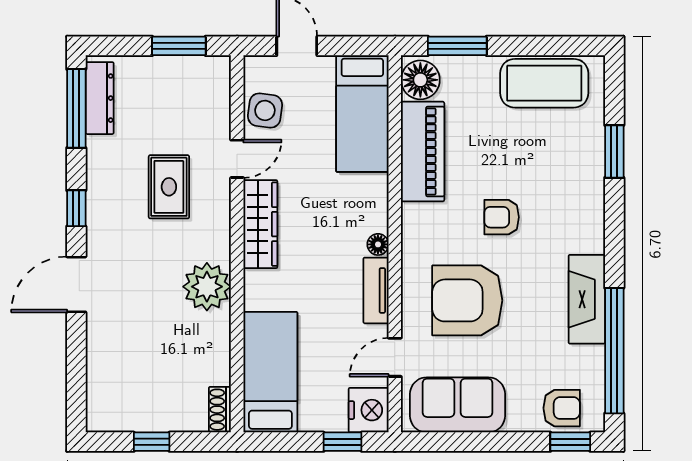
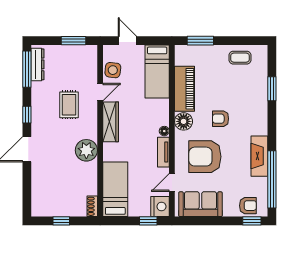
floor lamp: (420, 80) -> (184, 121), moved
coffee table: (544, 83) -> (240, 58), width x0.54, depth x0.58

